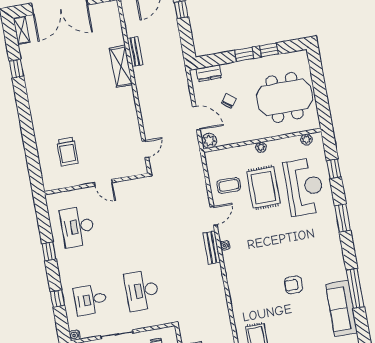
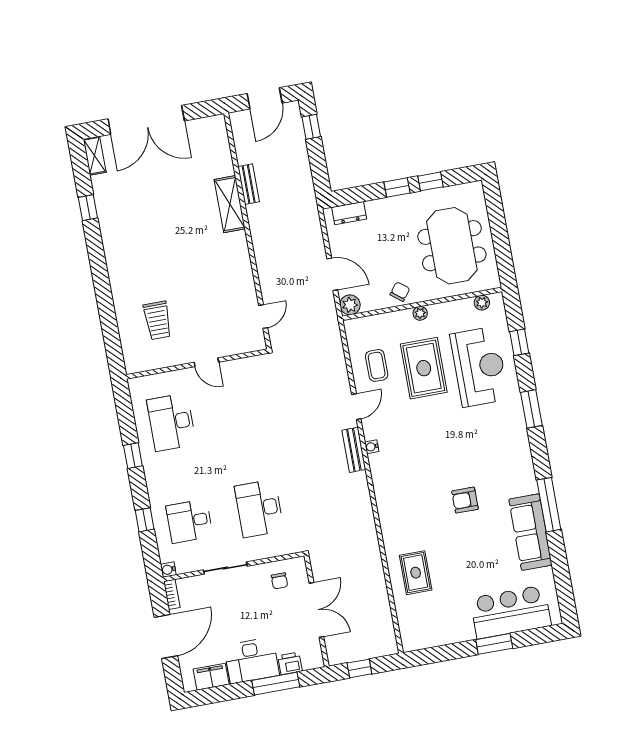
meeting table: (284, 97) -> (452, 246), turned 90
chair: (229, 101) -> (400, 292), moved
coffee table: (229, 185) -> (377, 365), turned 90

